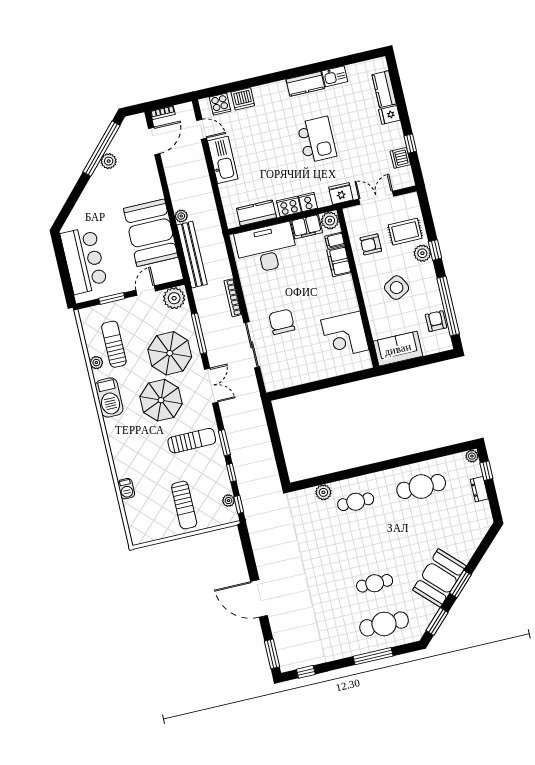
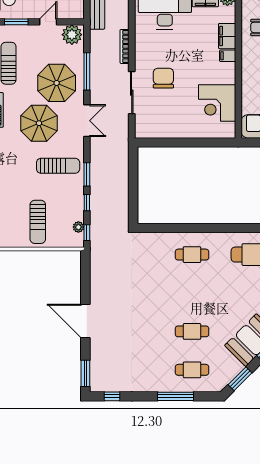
filing cabinet: (335, 240) -> (228, 56), moved
plant: (323, 492) -> (165, 239), removed
cafe table: (384, 624) -> (192, 370), width x0.73, depth x0.74

